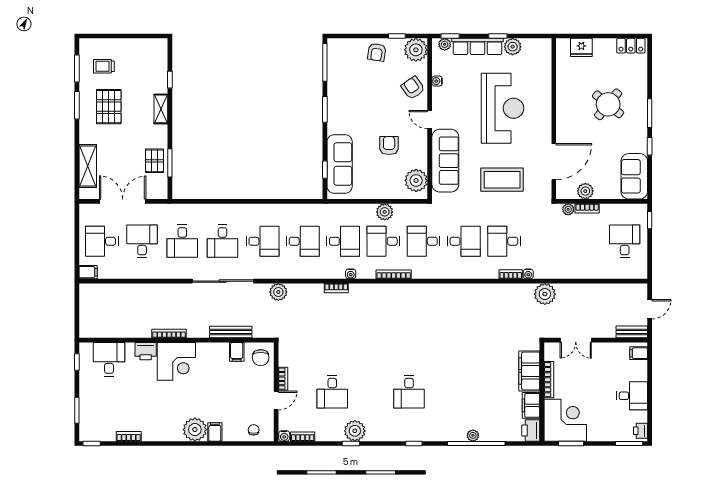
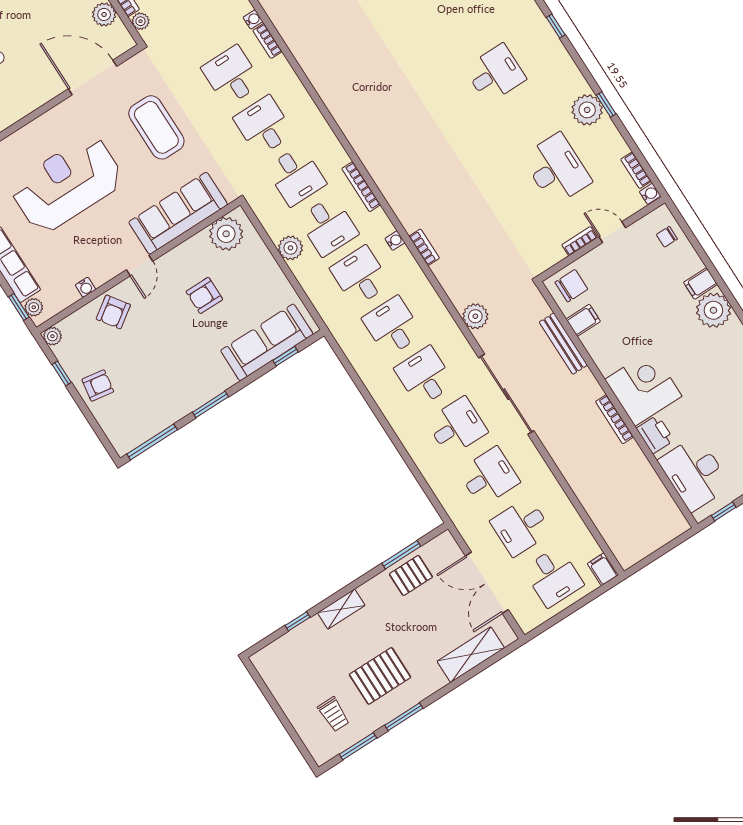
plant: (416, 50) -> (52, 336), width x0.53, depth x0.53
desk: (504, 241) -> (232, 76), turned 180
desk: (109, 359) -> (695, 473), width x1.37
desk: (332, 392) -> (557, 169), width x1.37

